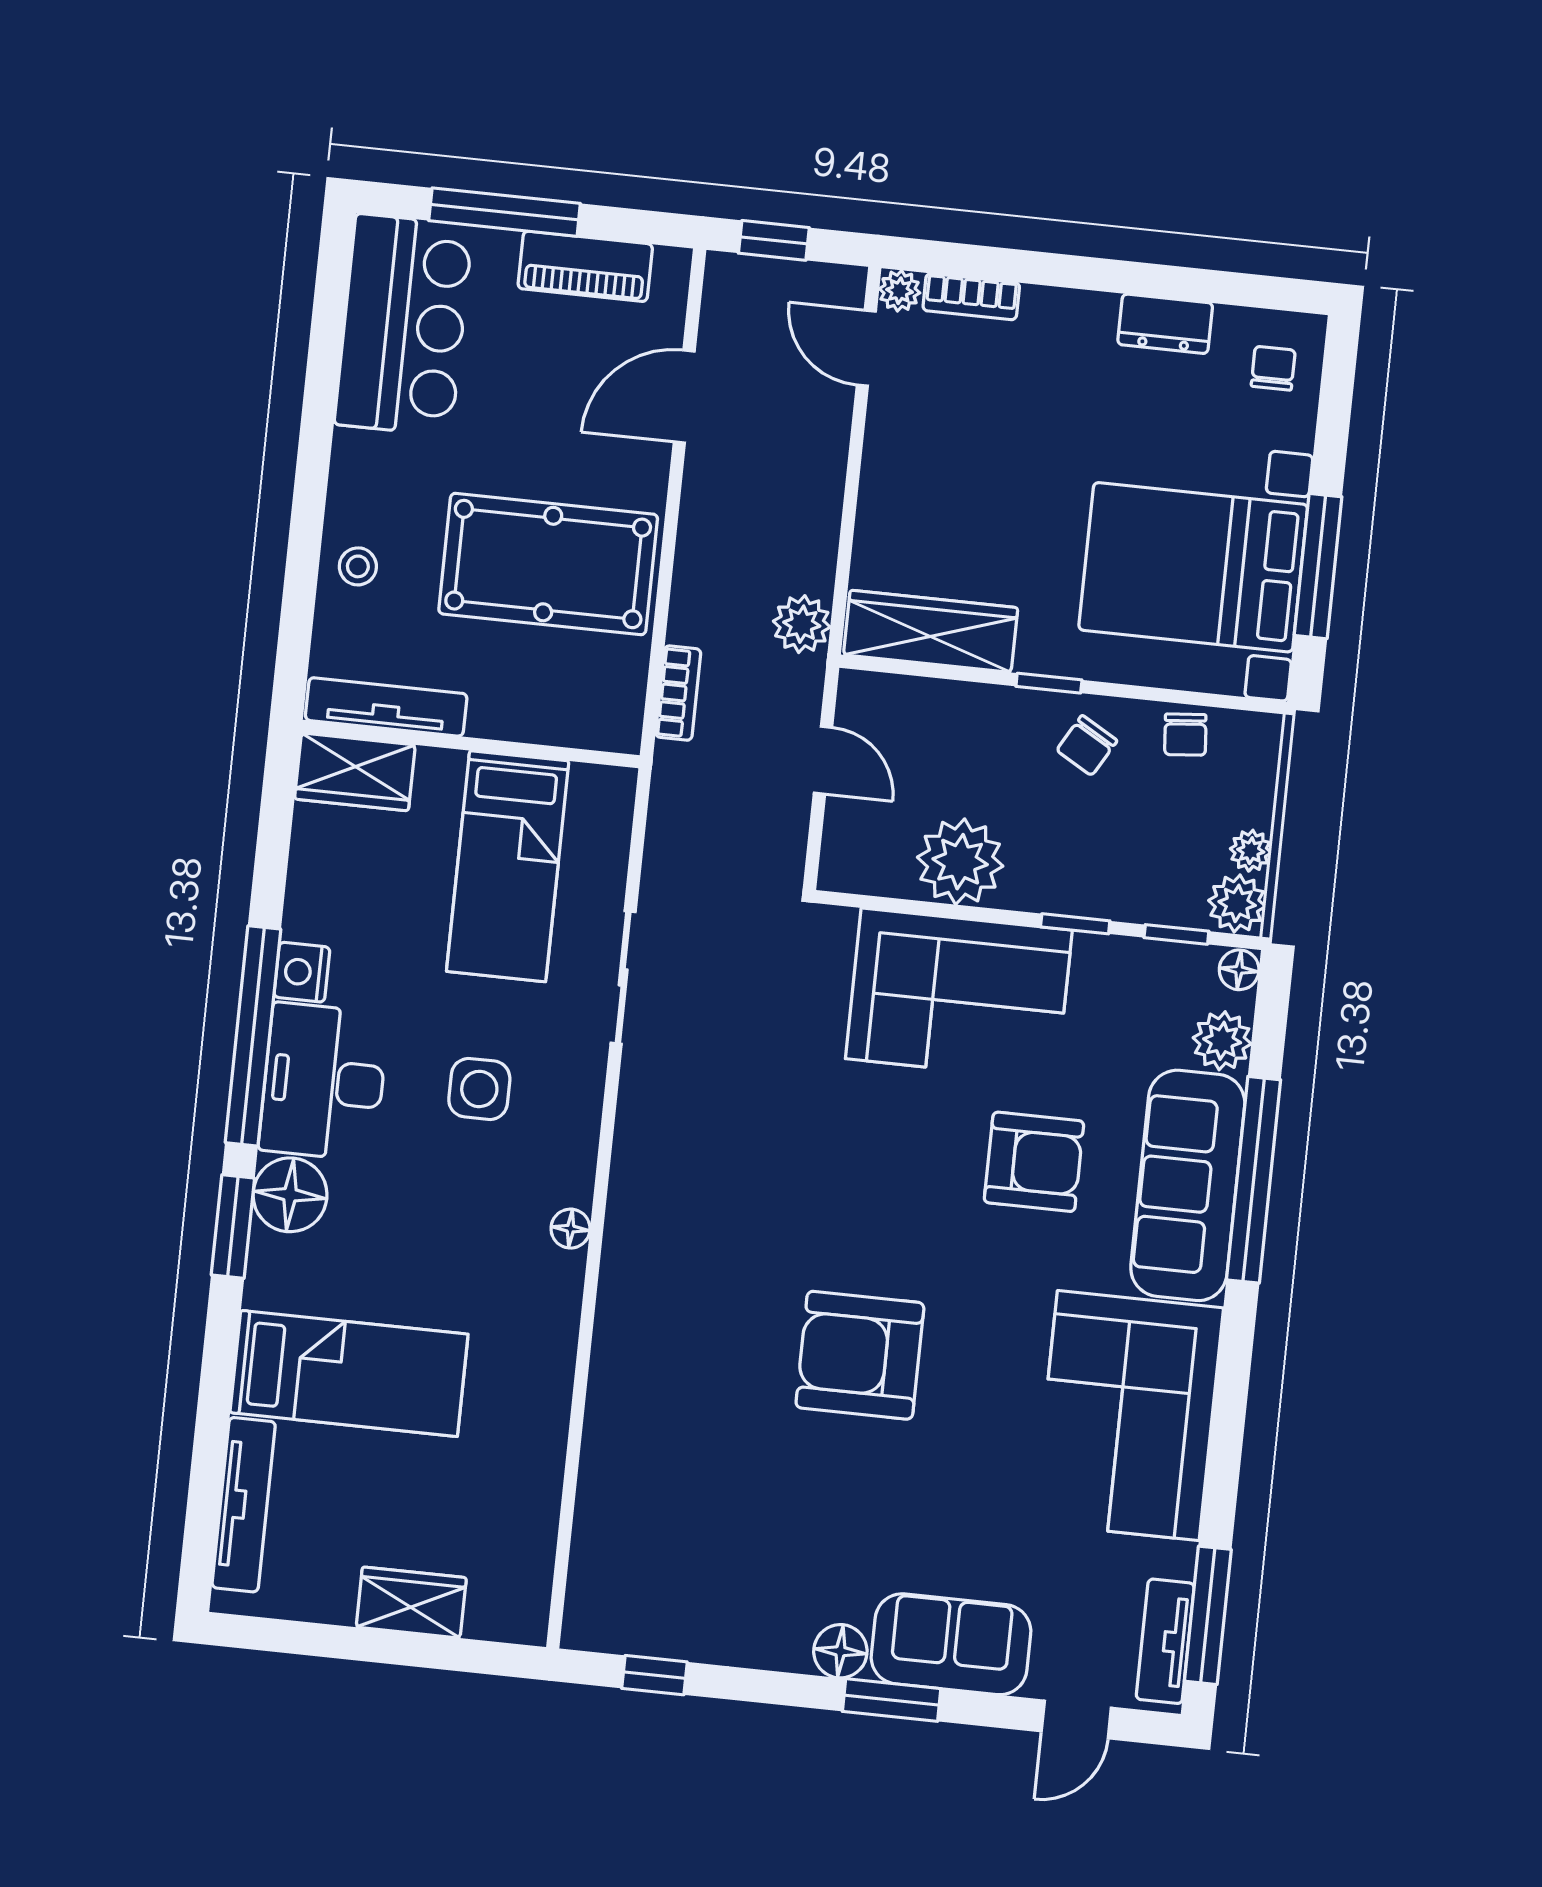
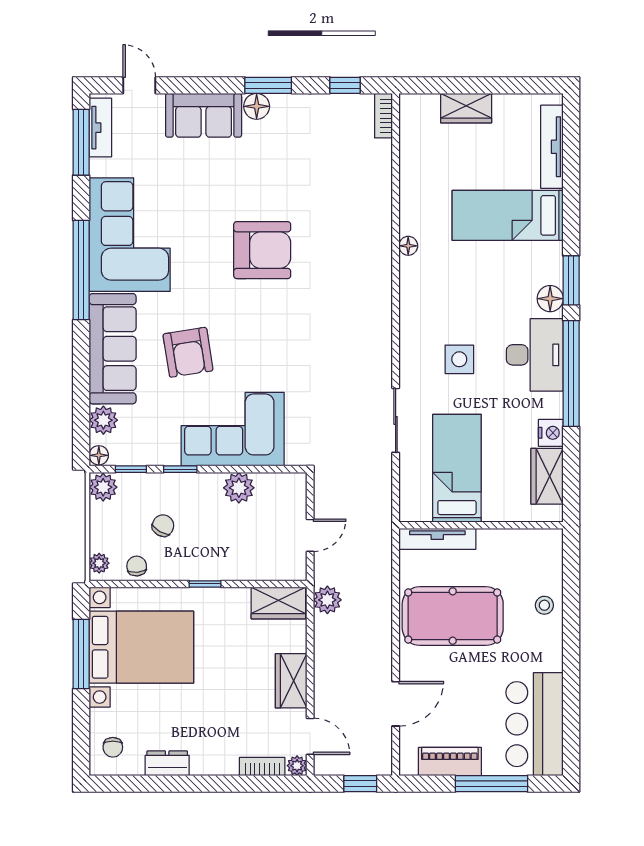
wardrobe: (893, 466) -> (291, 681), added
wardrobe: (931, 631) -> (278, 603), width x0.67
bookcase: (678, 693) -> (383, 116), moved
tv unit: (386, 707) -> (437, 539), moved
chair: (1087, 745) -> (163, 526), moved
door: (823, 760) -> (310, 535), swing flipped
wardrobe: (355, 772) -> (547, 476), moved, turned -90
plant: (1251, 851) -> (99, 563), moved
plant: (960, 862) -> (239, 488), width x0.73, depth x0.73
nightstand: (302, 972) -> (551, 433), moved
armchair: (1034, 1162) -> (188, 352), turned -99
window: (1254, 1180) -> (81, 270), moved
floor lamp: (290, 1195) -> (550, 299), width x0.73, depth x0.73
floor lamp: (571, 1229) -> (408, 246), moved
window: (892, 1700) -> (268, 85), moved
door: (1076, 1719) -> (139, 85), hinge flipped

